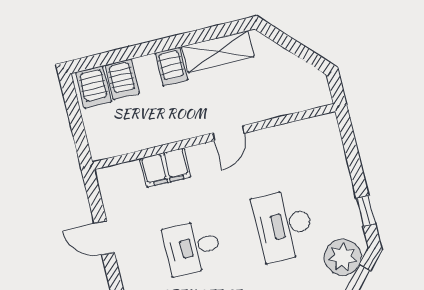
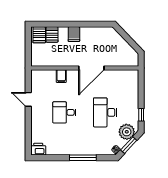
shelving: (218, 52) -> (95, 33), removed
door: (229, 133) -> (91, 68), width x1.88
filing cabinet: (166, 168) -> (61, 76), width x0.50

